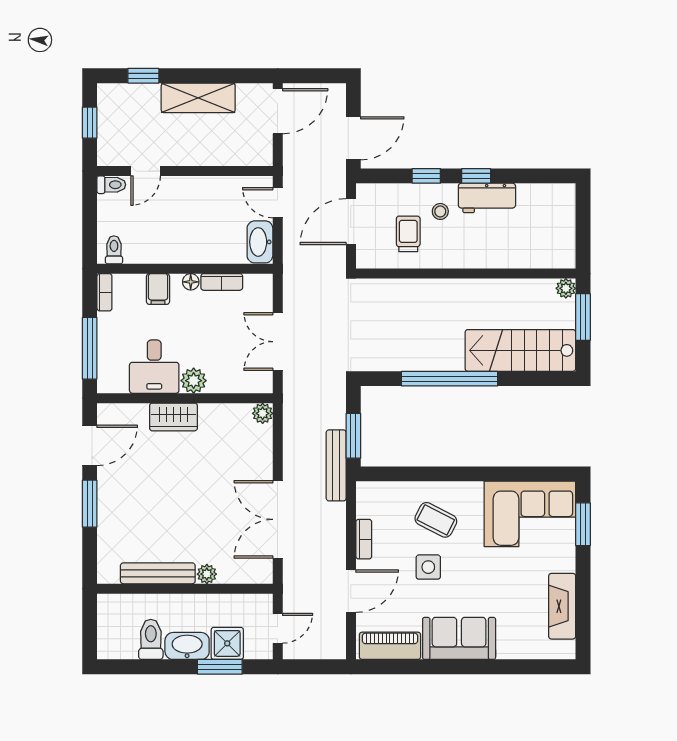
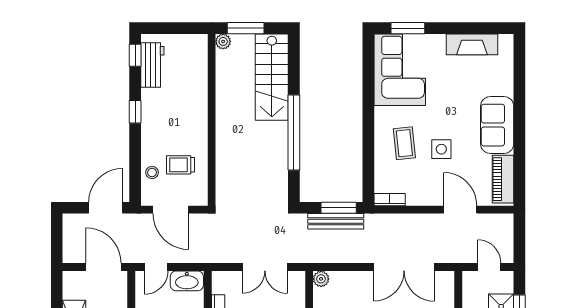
door: (278, 111) -> (103, 267), moved
door: (353, 138) -> (106, 208), hinge flipped
window: (426, 176) -> (135, 55), moved
workbench: (487, 198) -> (152, 65), moved
stool: (440, 211) -> (152, 172), moved
bench: (336, 465) -> (336, 221), moved
coffee table: (436, 520) -> (404, 143), turned -33
bookcase: (364, 539) -> (390, 200), moved

